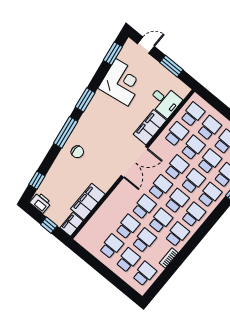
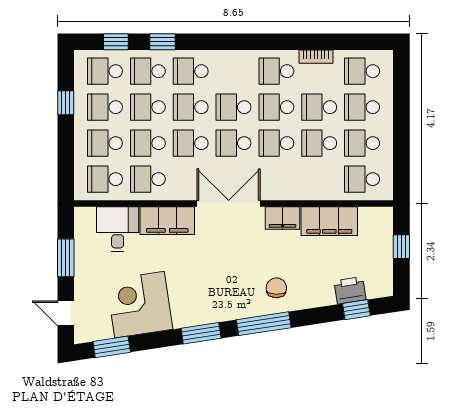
printer: (41, 203) -> (350, 290), moved, turned 81
school desk: (193, 215) -> (362, 179), moved
filing cabinet: (72, 224) -> (283, 218), moved

